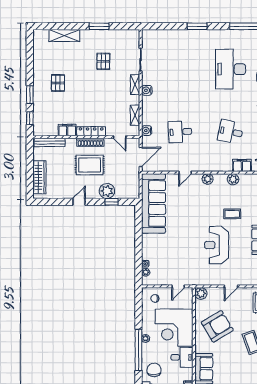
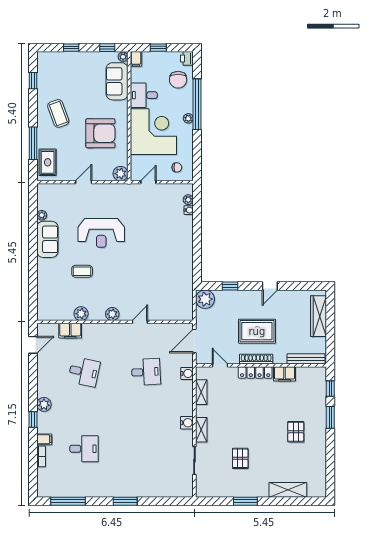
desk: (231, 69) -> (84, 449), width x0.53, depth x0.77
plant: (107, 191) -> (205, 299), moved
sofa: (153, 203) -> (179, 284), removed
reception desk: (217, 245) -> (101, 233), turned 90
armchair: (217, 326) -> (100, 133), turned -149

